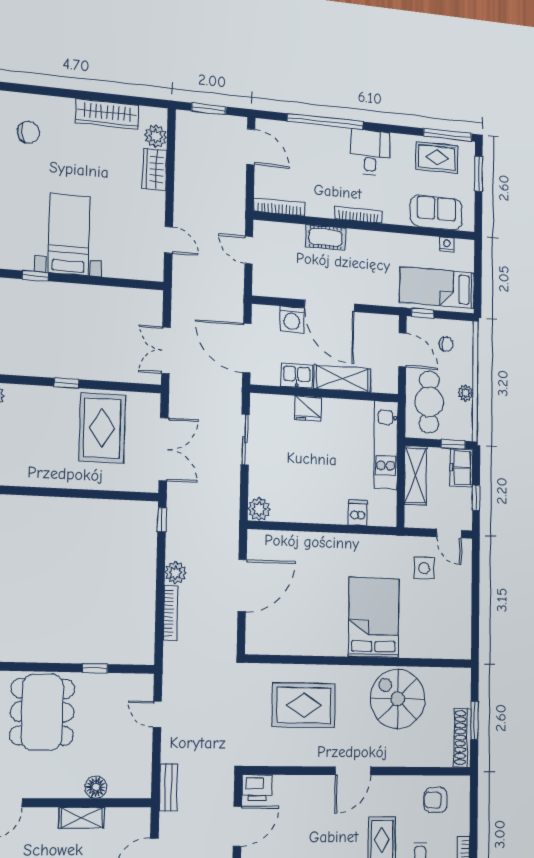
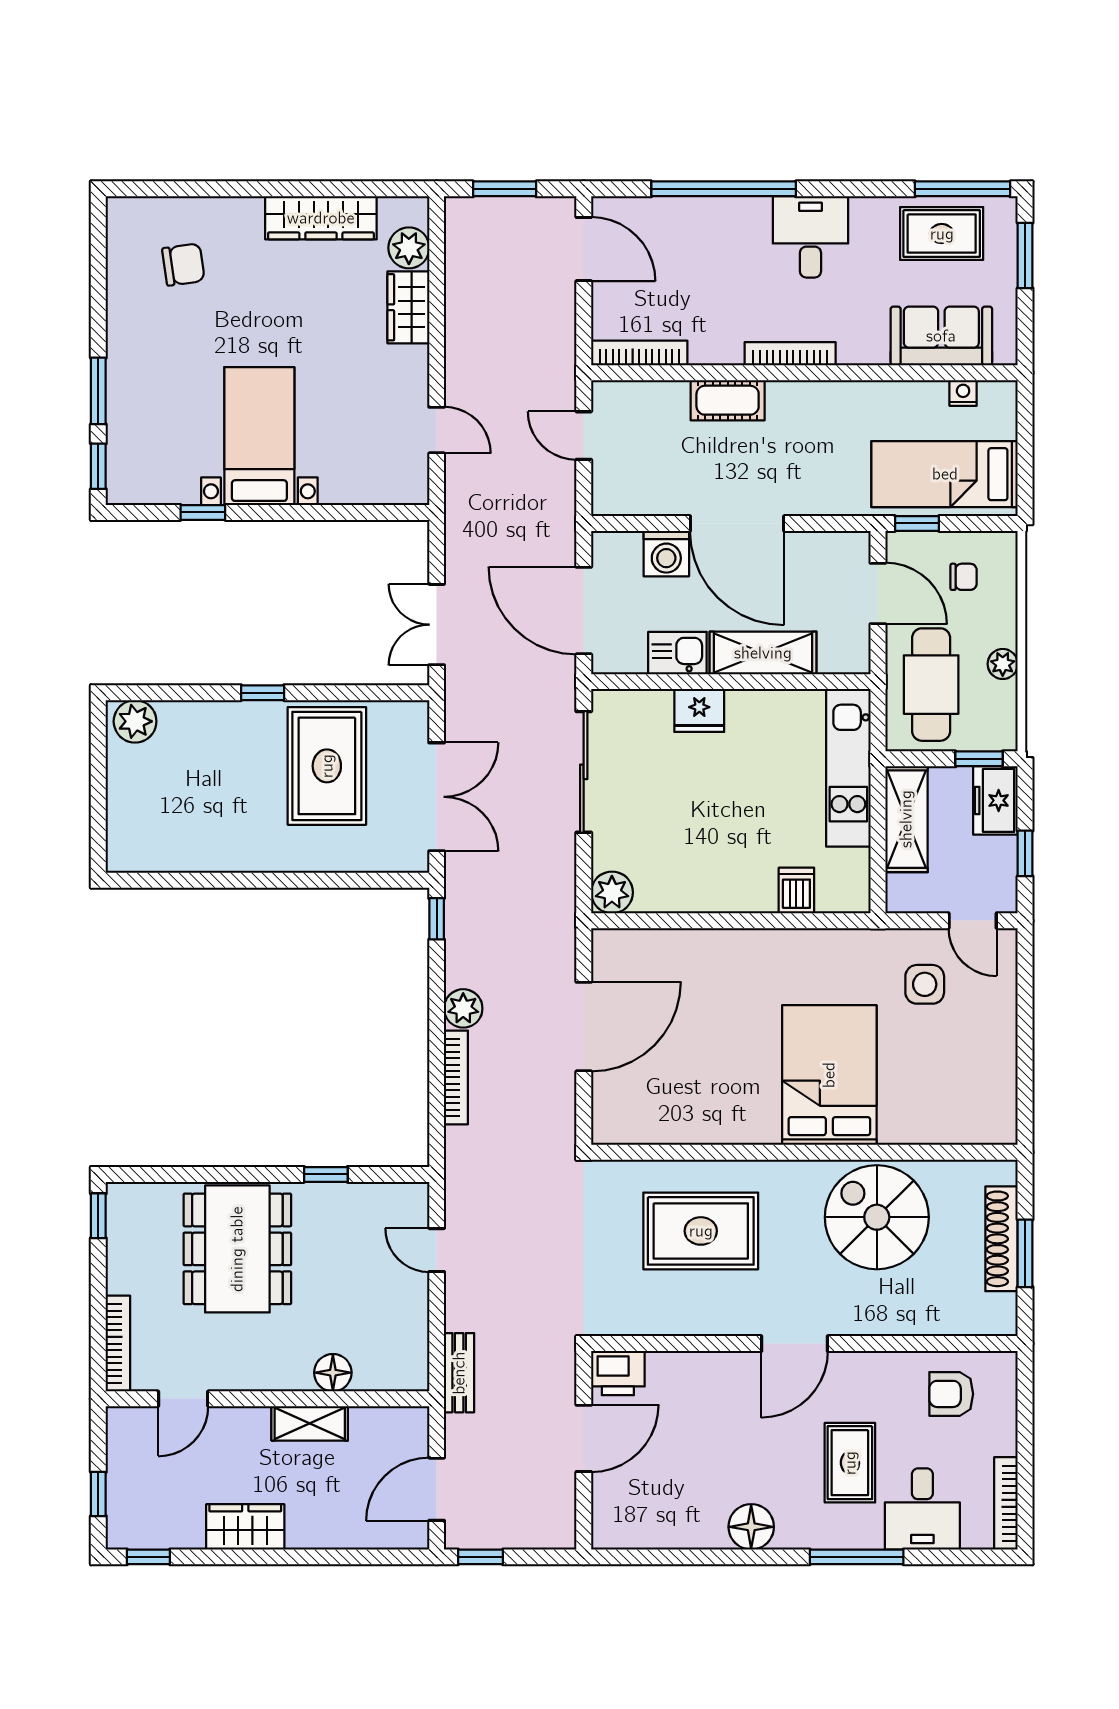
sliding door: (245, 439) -> (584, 772), width x1.37
shoe rack: (462, 738) -> (1002, 1239), moved

